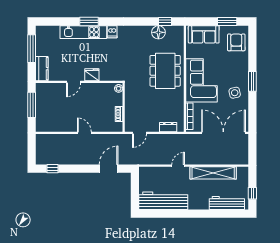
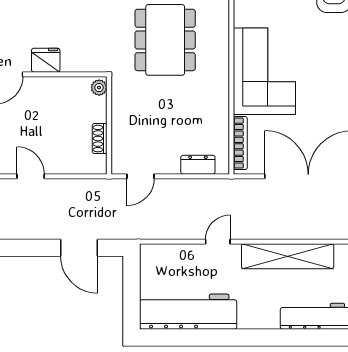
dining table: (165, 71) -> (165, 40), moved
side table: (235, 93) -> (331, 96), removed
door: (109, 169) -> (79, 248), swing flipped

